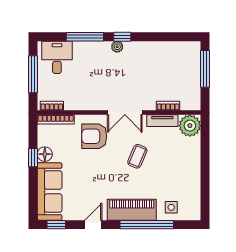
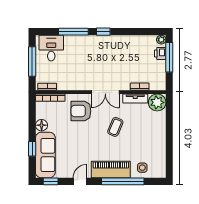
plant: (117, 47) -> (161, 40), moved
printer: (194, 64) -> (160, 54), added
window: (33, 158) -> (32, 149), moved

